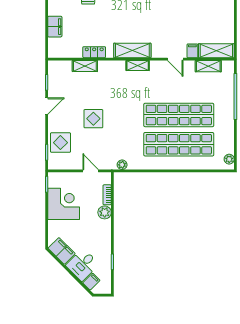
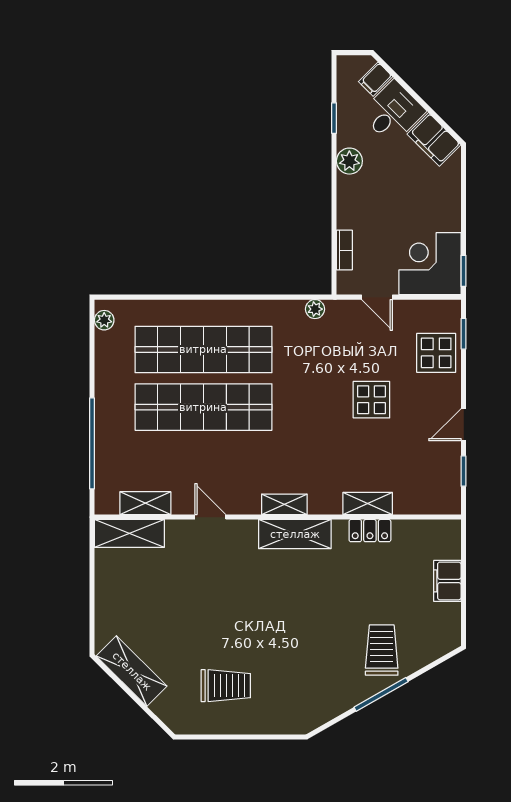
filing cabinet: (192, 51) -> (177, 533), removed
shelving: (85, 66) -> (368, 503), moved
corner desk: (64, 204) -> (430, 264), moved, turned 90
plant: (105, 212) -> (349, 161), moved

